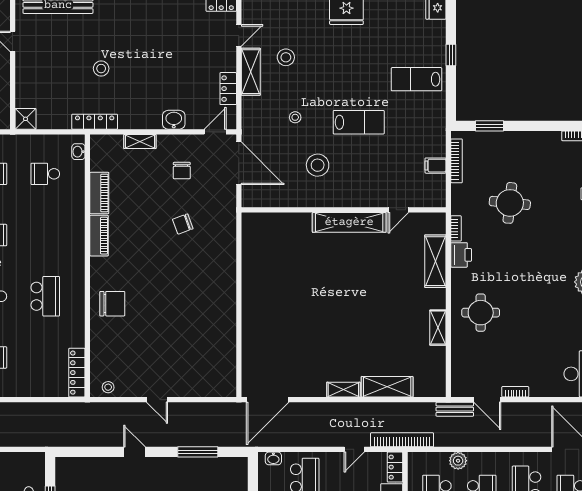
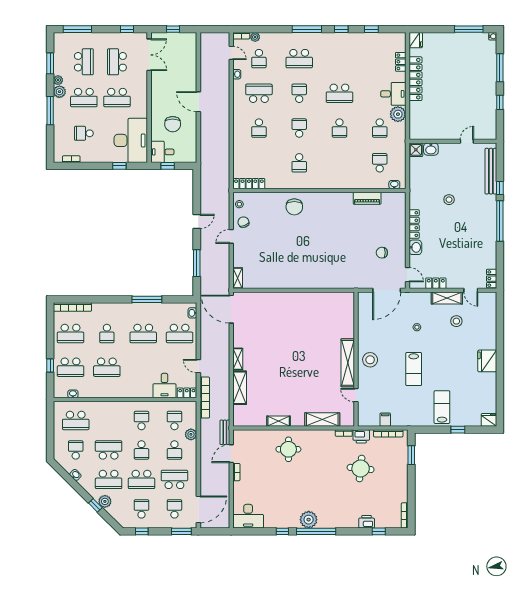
washbasin: (24, 96) -> (431, 149), added
locker: (95, 122) -> (414, 224), moved
shelving: (140, 141) -> (238, 278), moved
stool: (318, 165) -> (370, 360), moved
chair: (183, 224) -> (243, 222), moved
piano: (99, 236) -> (339, 198), removed
printer: (461, 255) -> (361, 436), moved
school desk: (45, 296) -> (299, 163), width x0.54

